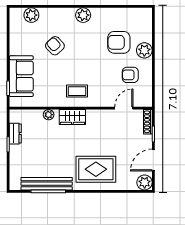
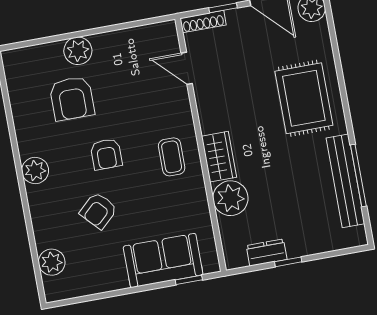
armchair: (130, 75) -> (106, 154), moved
plant: (49, 115) -> (230, 198), width x1.87, depth x1.87

